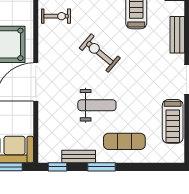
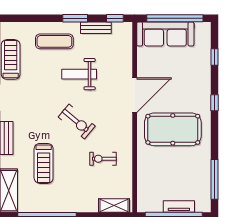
exercise bike: (56, 16) -> (103, 159), moved

